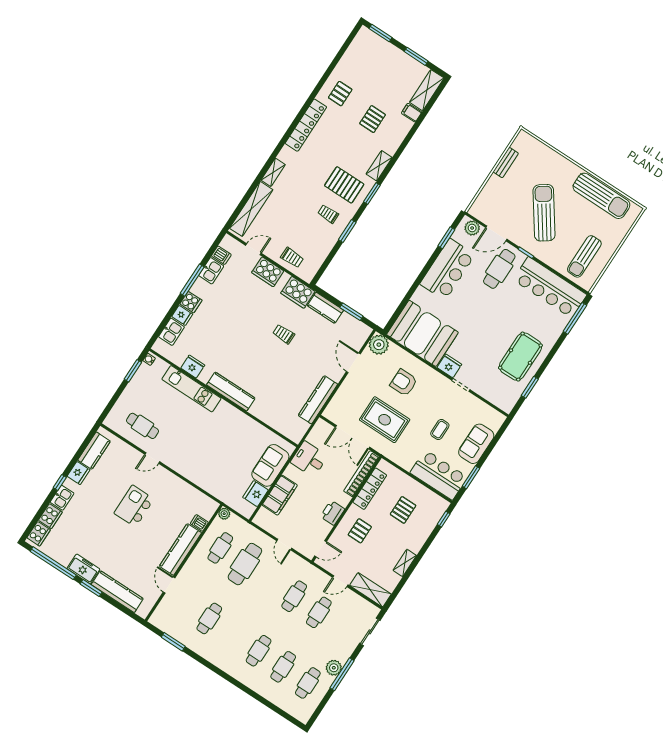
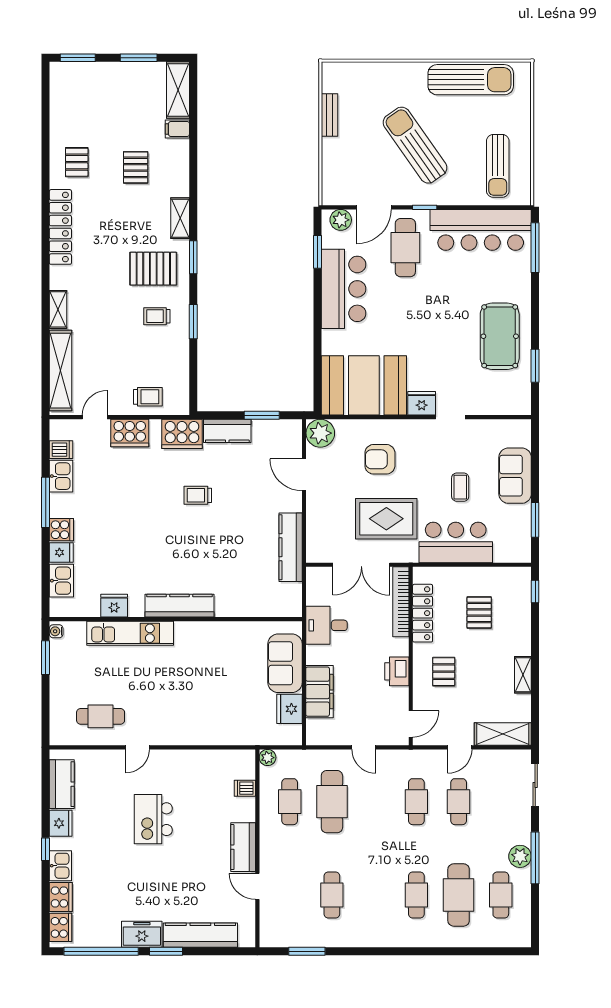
bar counter: (439, 475) -> (456, 542), moved
kitchen counter: (180, 549) -> (243, 847), width x0.67
cafe table: (283, 667) -> (459, 895), width x1.37, depth x1.35

